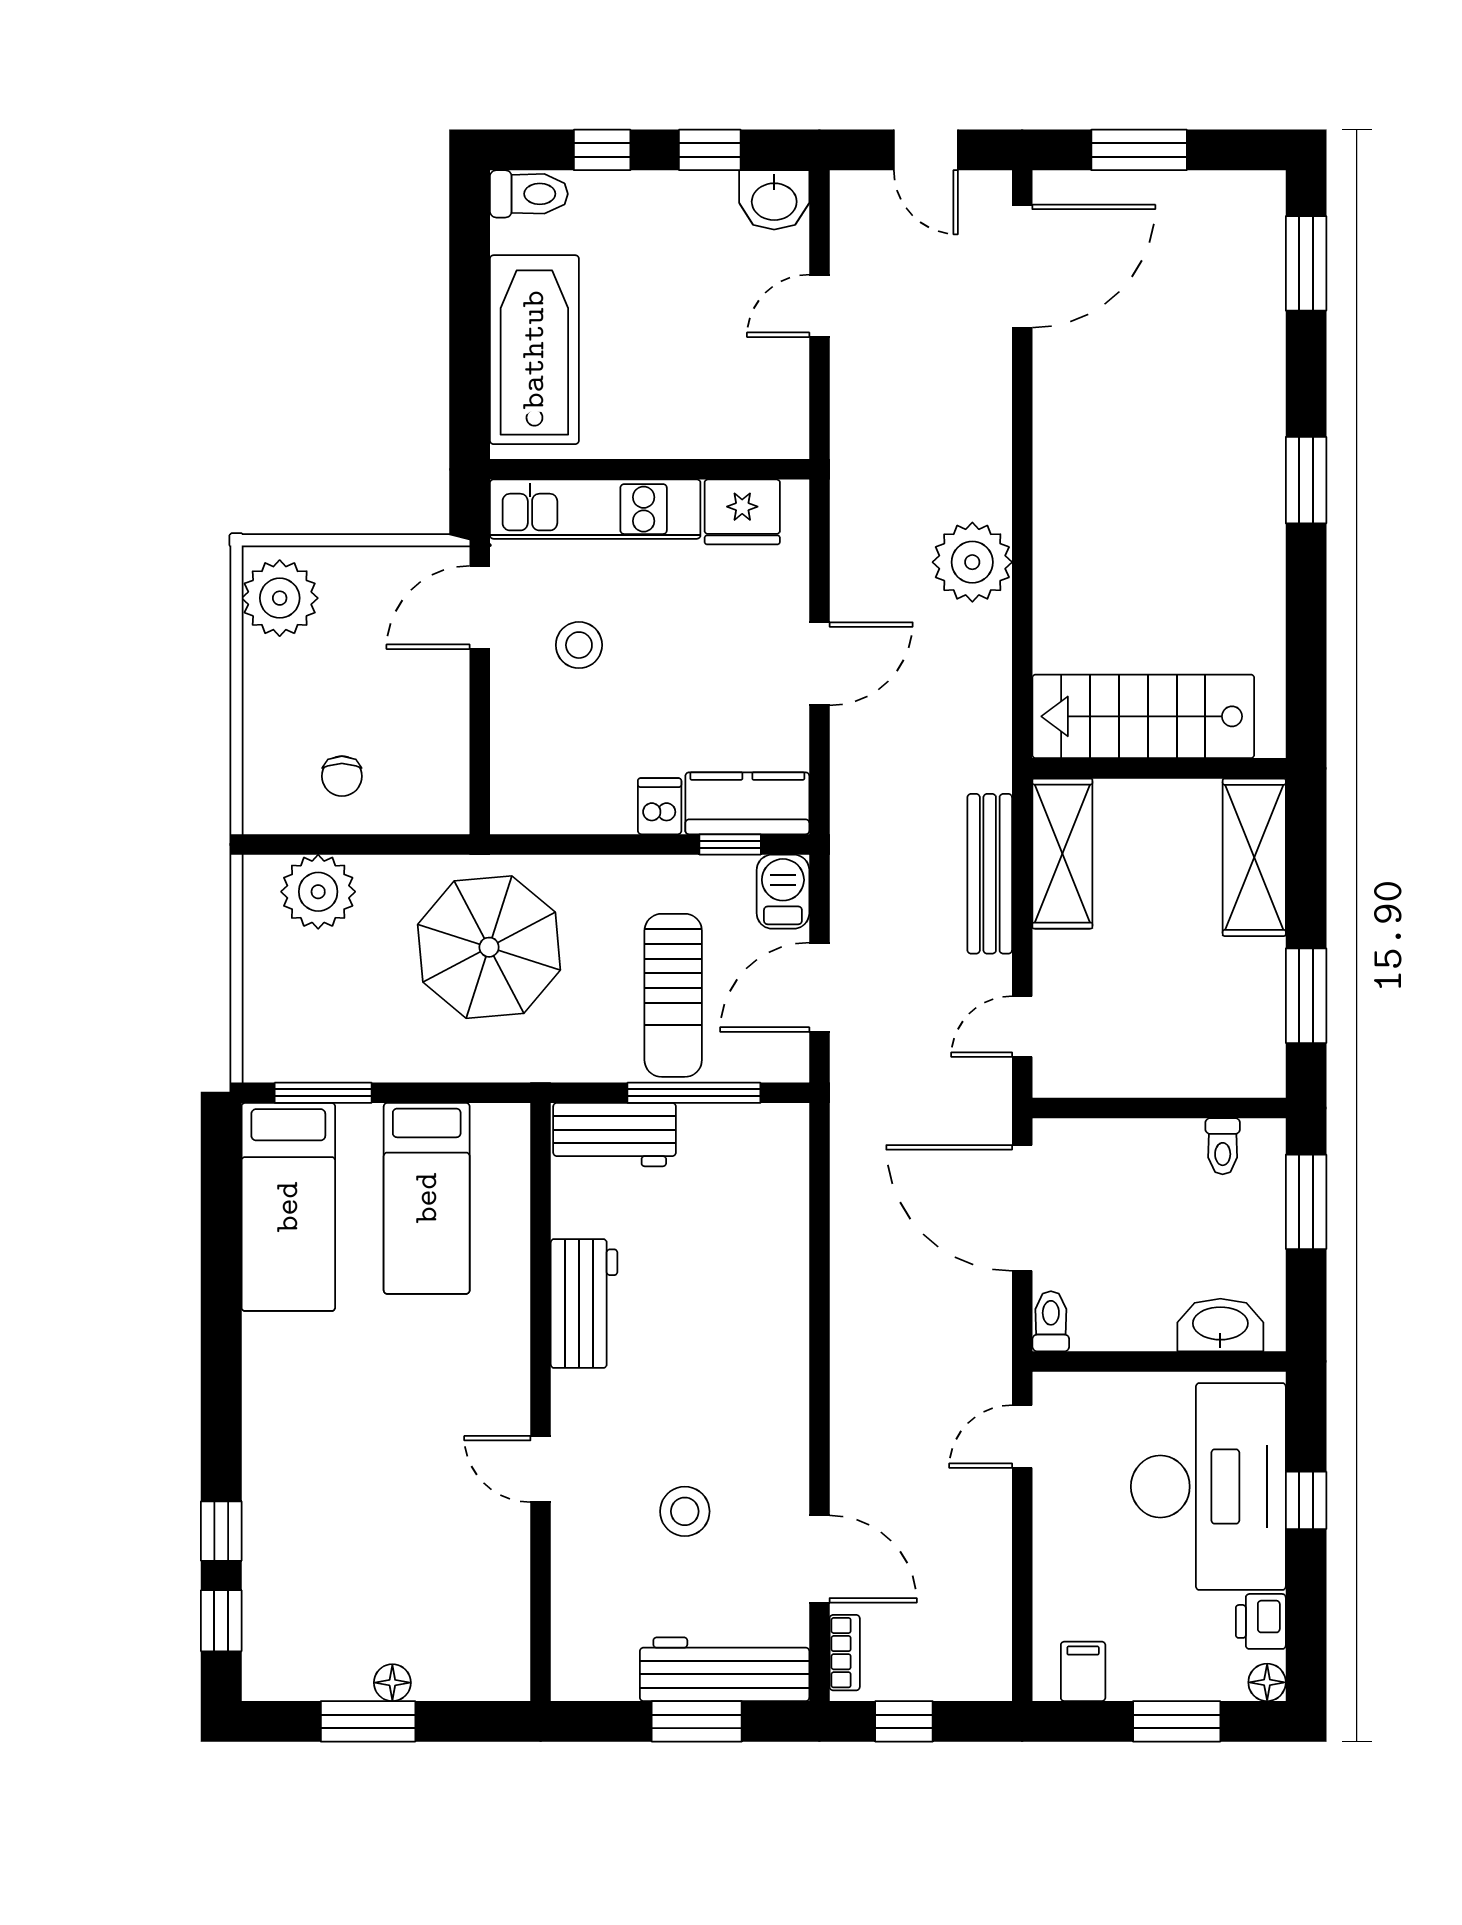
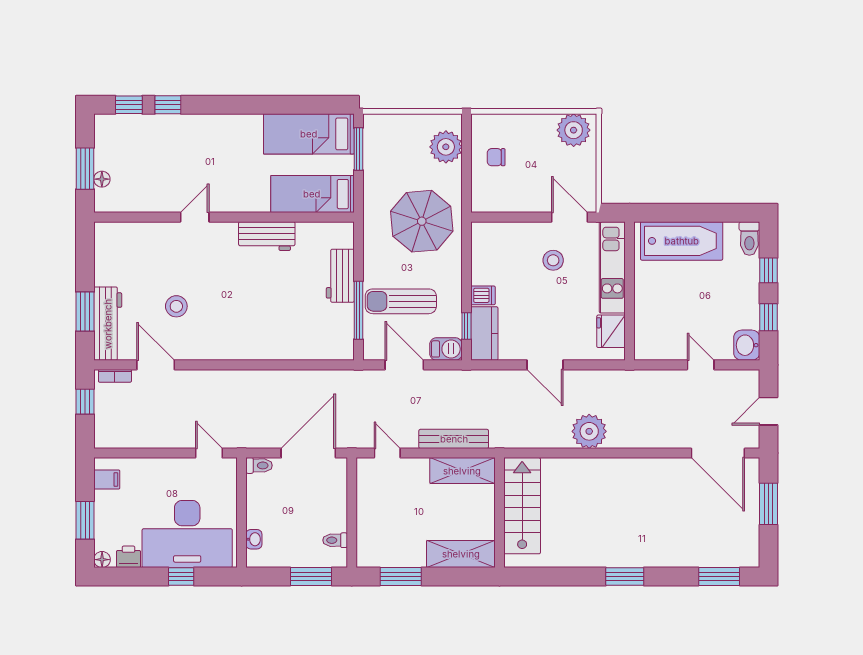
workbench: (584, 1304) -> (267, 236), moved
washbasin: (1220, 1325) -> (254, 539), width x0.52, depth x0.69
wall: (541, 1402) -> (224, 217), moved
door: (541, 1469) -> (195, 217), moved
door: (819, 1559) -> (156, 365), swing flipped

